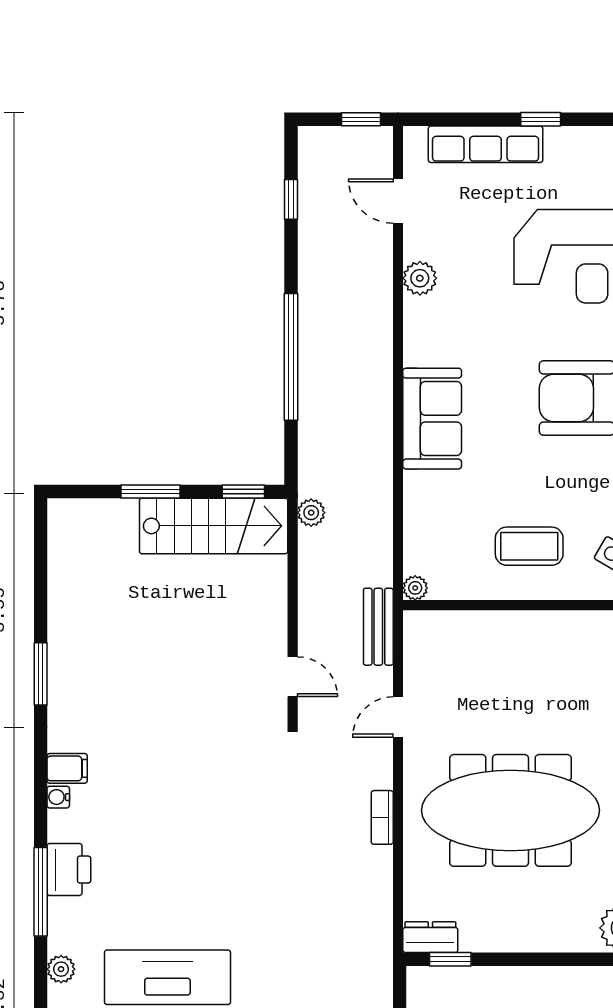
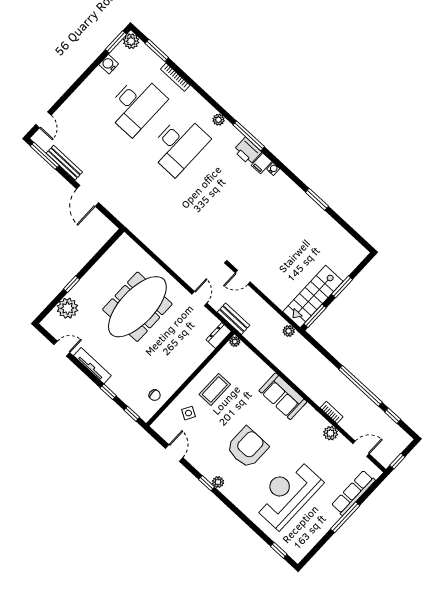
window: (541, 119) -> (345, 517), width x2.17
window: (291, 357) -> (360, 386), moved
window: (243, 491) -> (315, 316), width x1.50
filing cabinet: (67, 768) -> (262, 163), moved
bookcase: (382, 817) -> (332, 412), moved
dresser: (430, 937) -> (219, 335), moved, turned 180
window: (450, 959) -> (72, 284), moved

